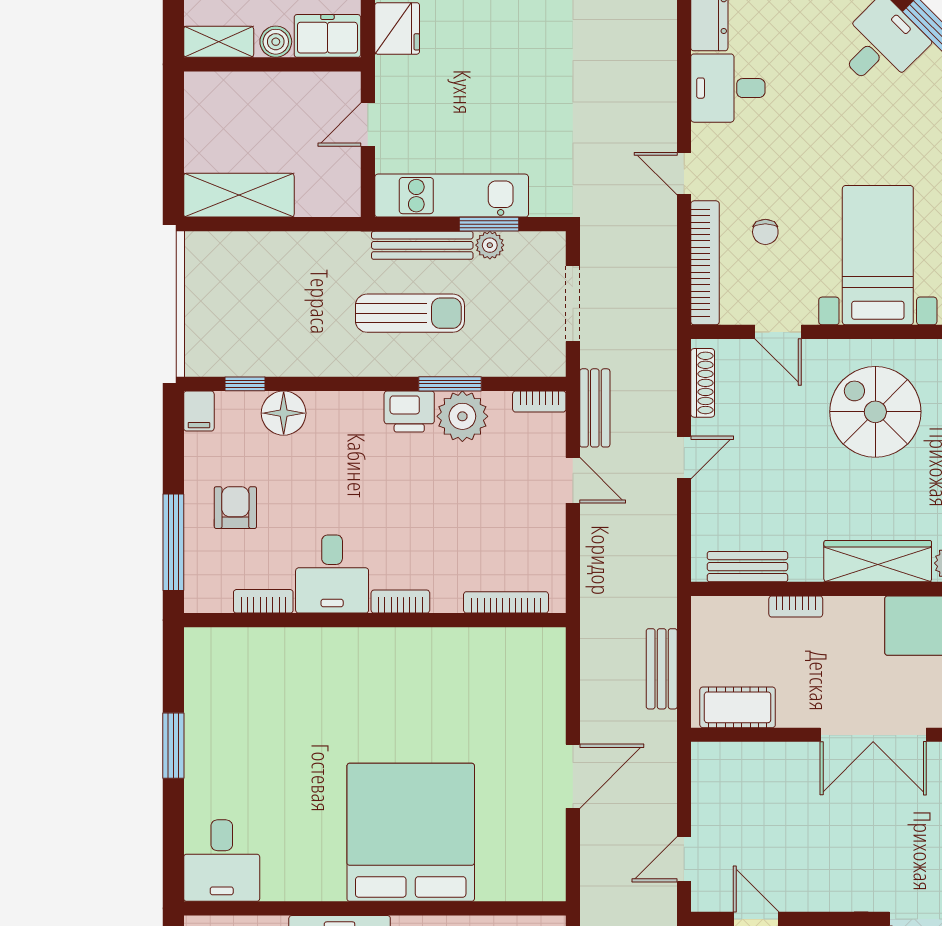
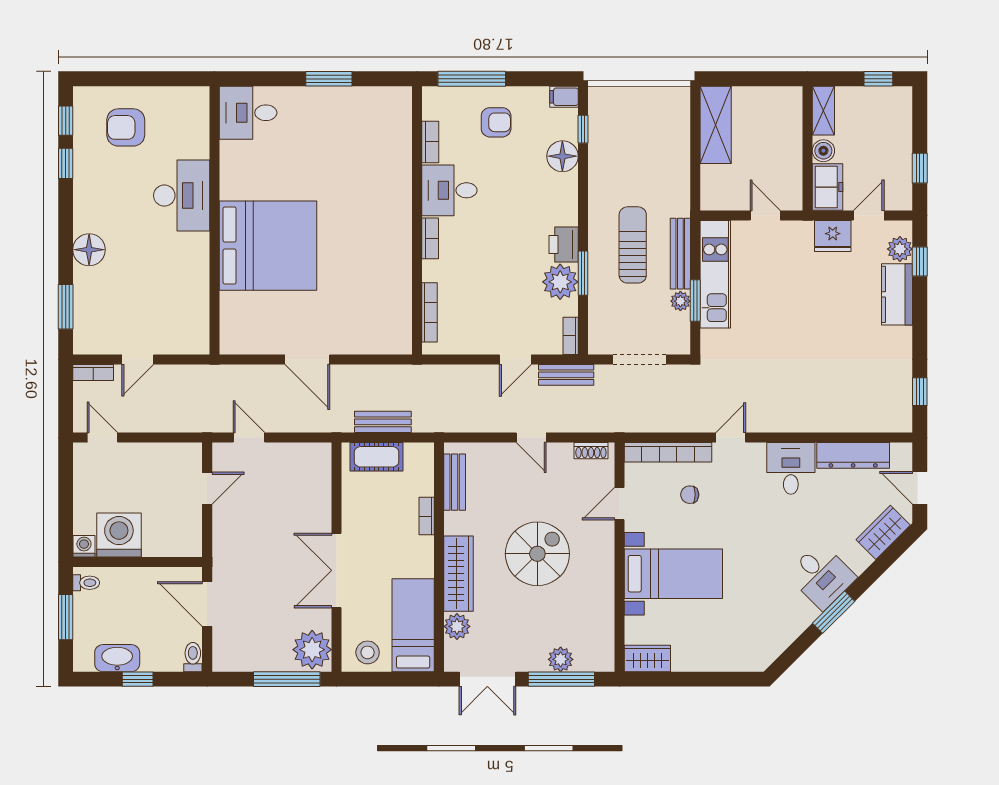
sun lounger: (410, 313) -> (633, 245), turned 180
shoe rack: (703, 383) -> (591, 451), width x0.70
spiral stairs: (875, 412) -> (537, 554), moved
cot: (738, 707) -> (377, 457), moved, turned 90

